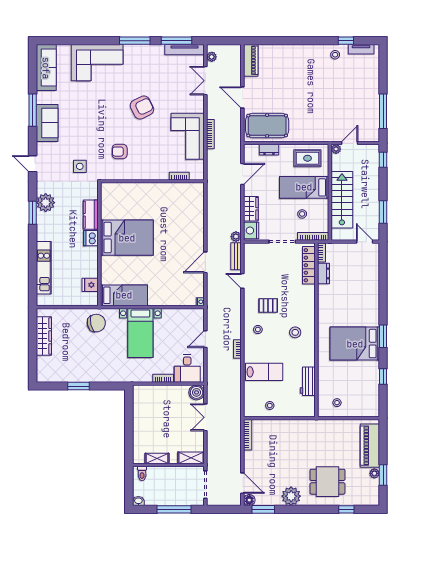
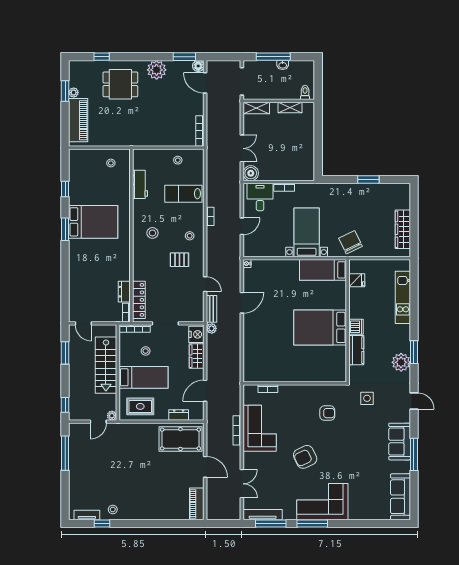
plant: (212, 57) -> (236, 507), removed
corner sofa: (97, 63) -> (322, 502), moved
chair: (96, 323) -> (351, 242), turned 76
washbasin: (138, 501) -> (283, 65), moved

